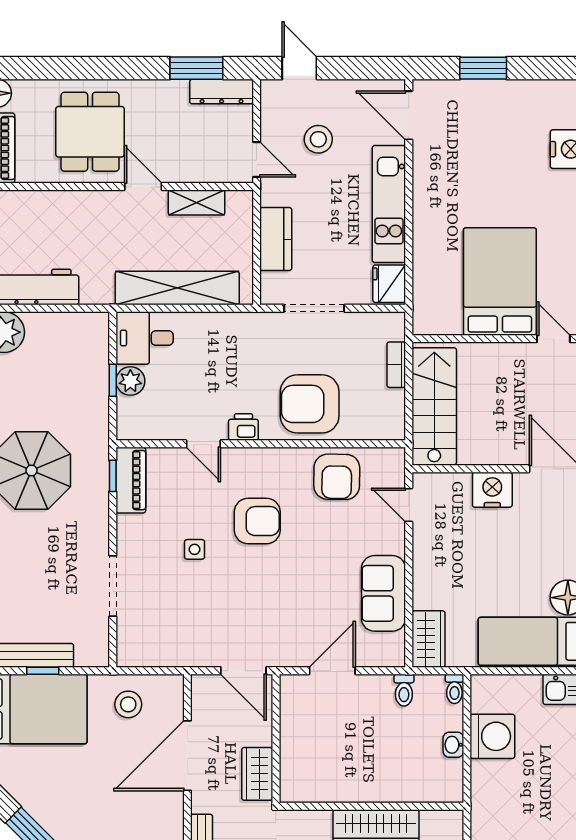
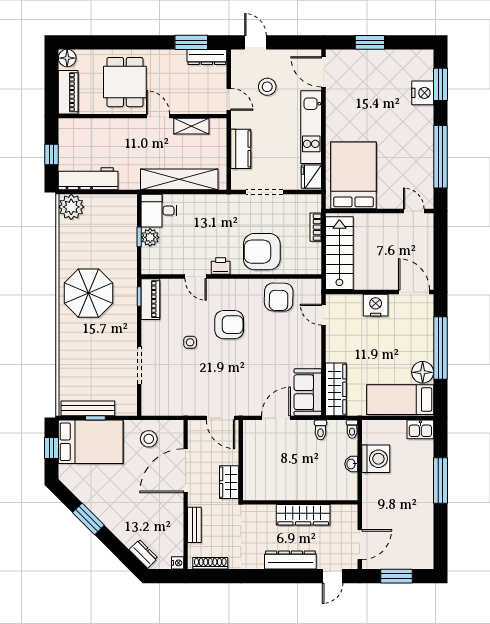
bed: (500, 282) -> (353, 175), moved
sofa: (383, 593) -> (308, 392), moved
wardrobe: (429, 639) -> (336, 389), width x1.50

